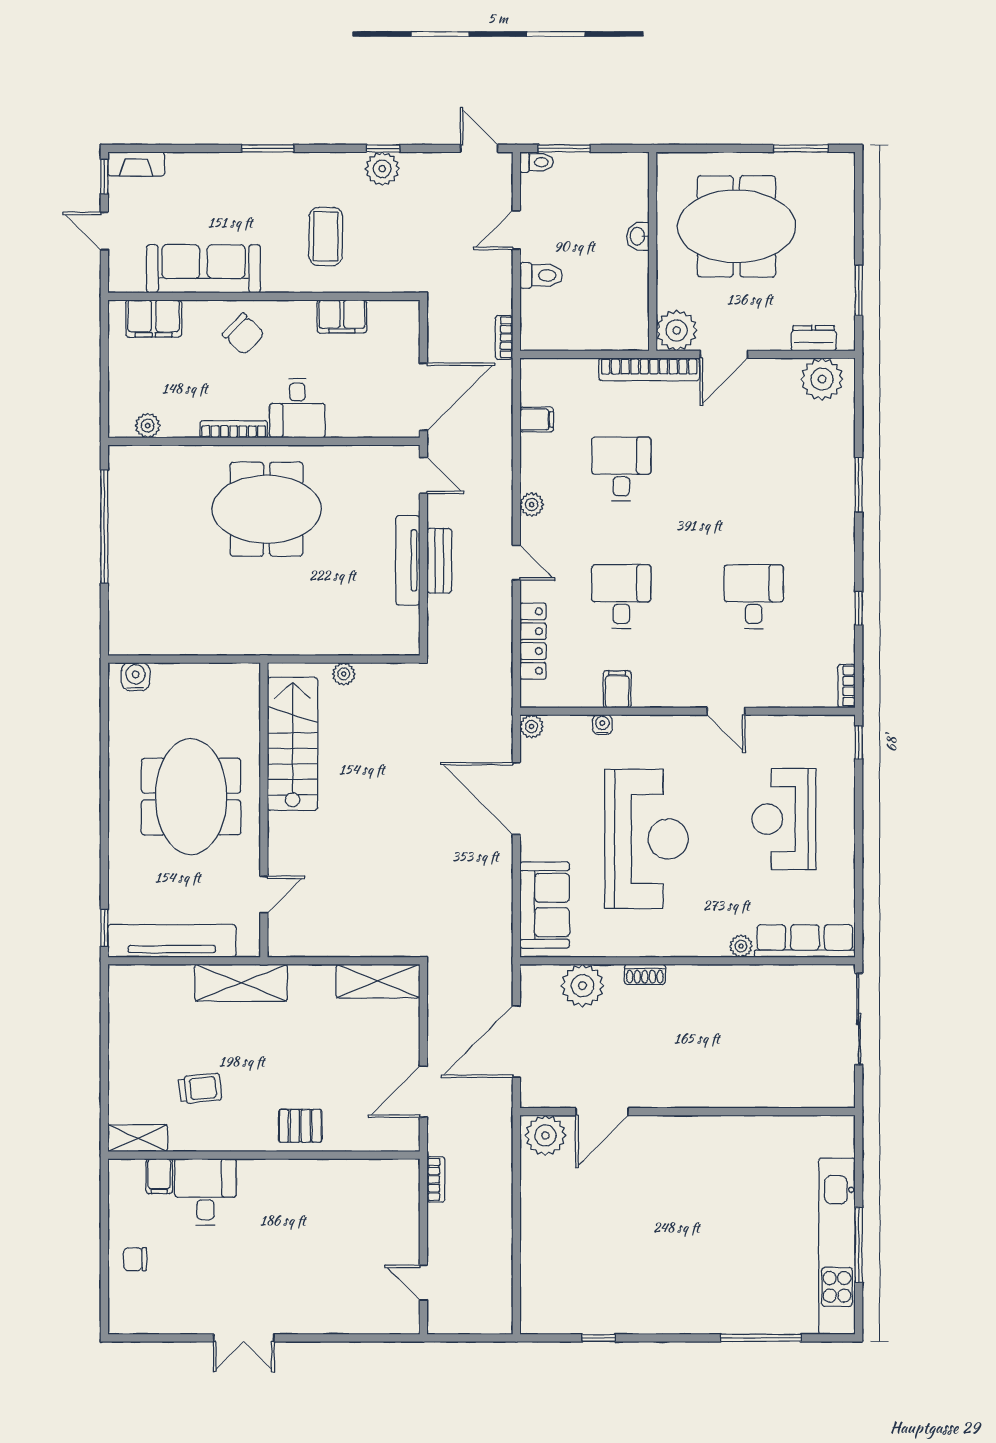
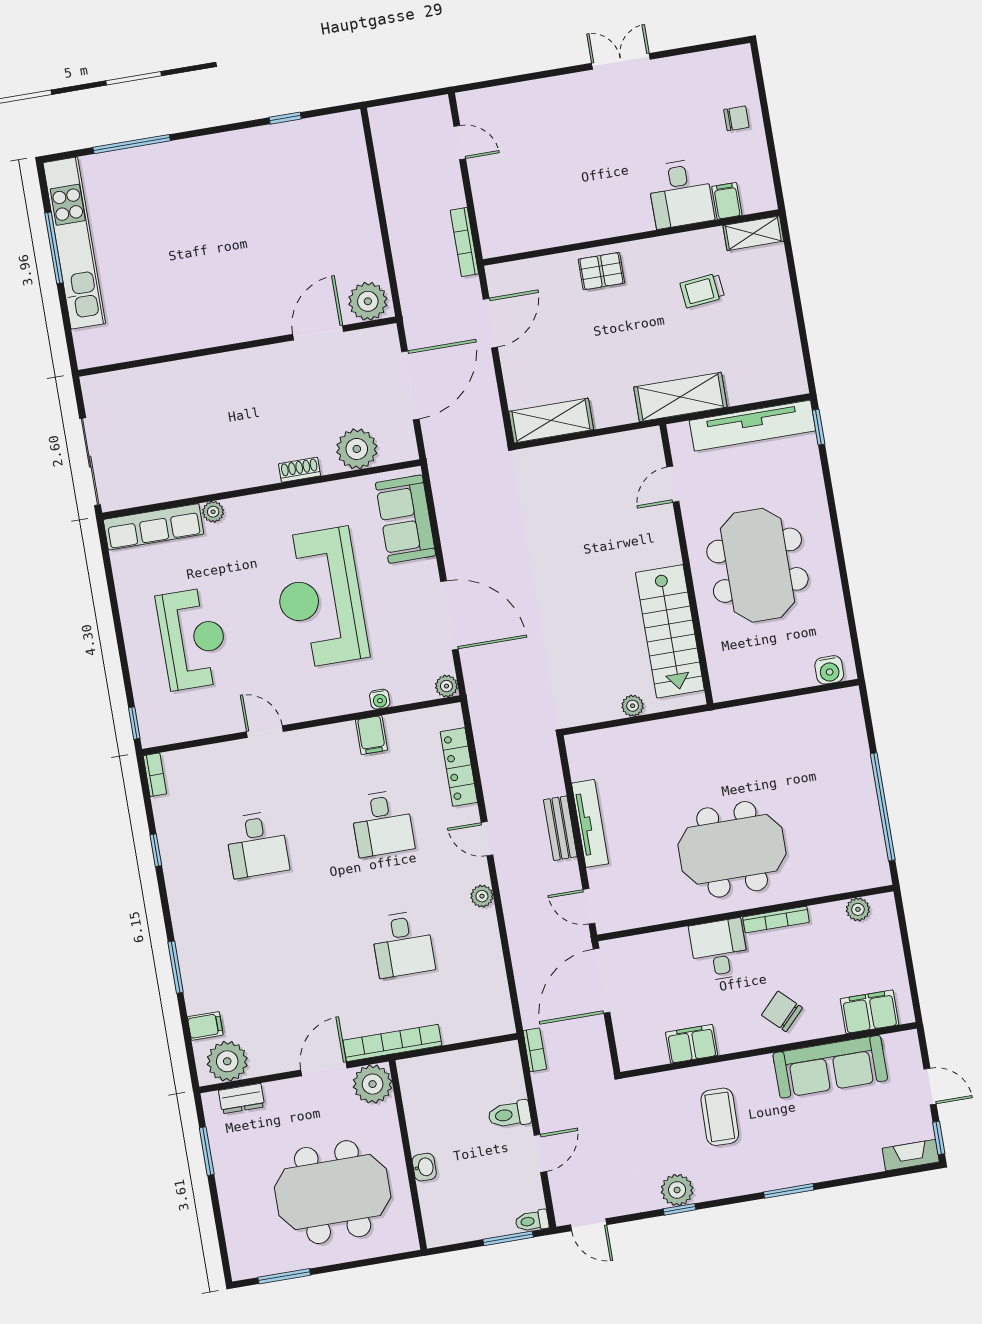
filing cabinet: (537, 420) -> (205, 1026), moved, turned 180
bookcase: (436, 1179) -> (464, 242), width x1.56

